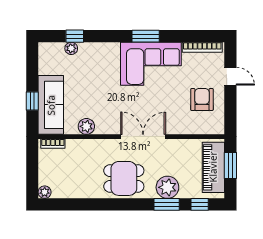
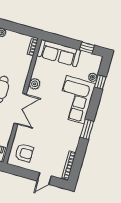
corner sofa: (151, 64) -> (75, 100), moved
armchair: (202, 99) -> (24, 153), moved
window: (32, 101) -> (87, 48), moved
plant: (86, 126) -> (35, 84), moved

